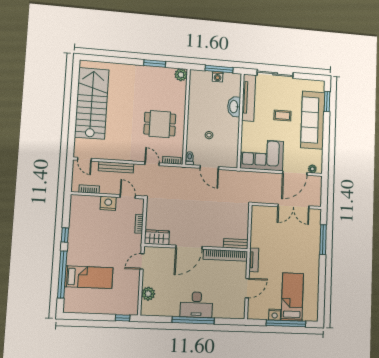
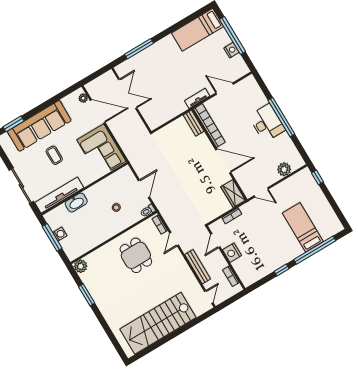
bed: (292, 297) -> (198, 30), moved

